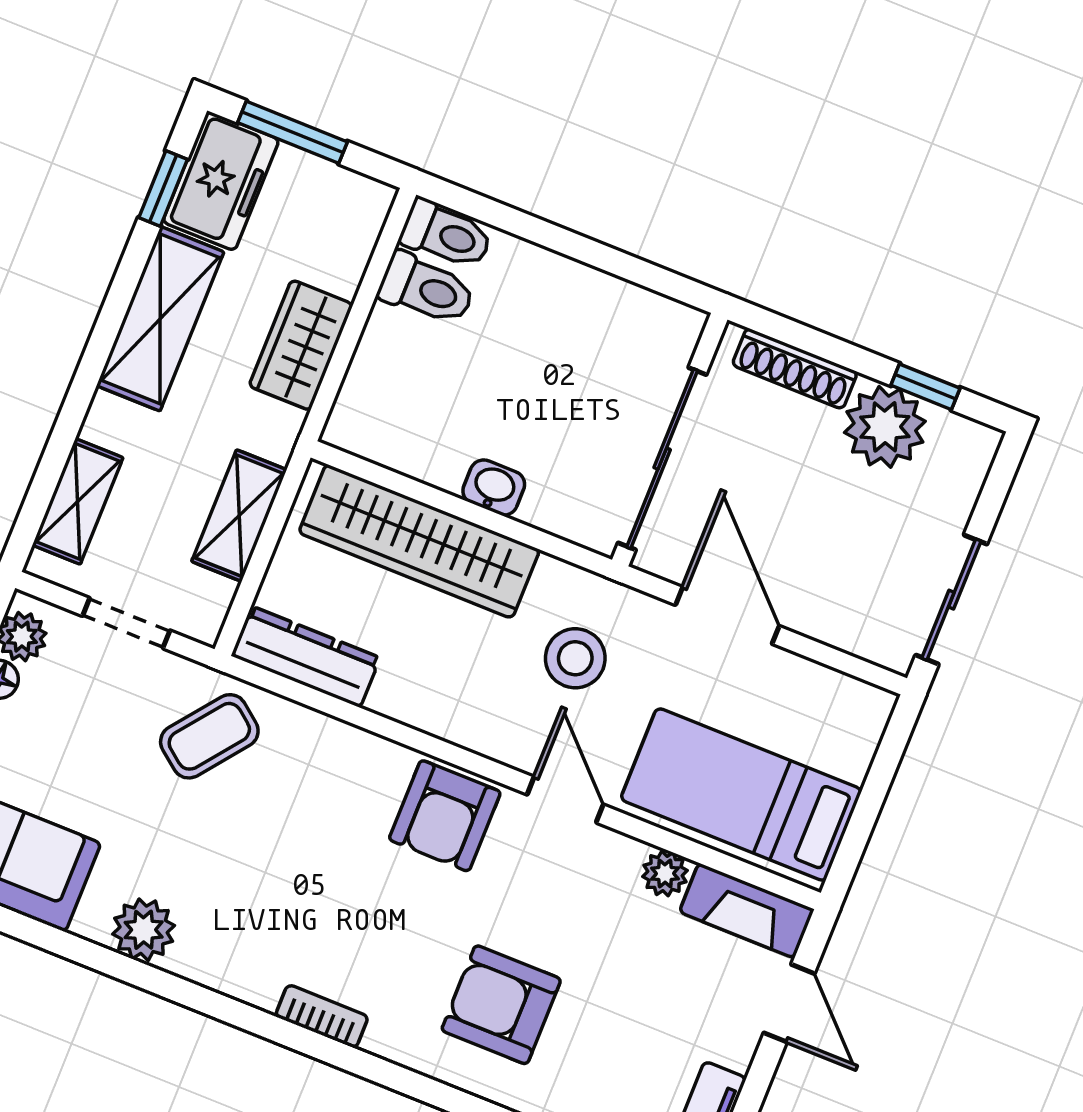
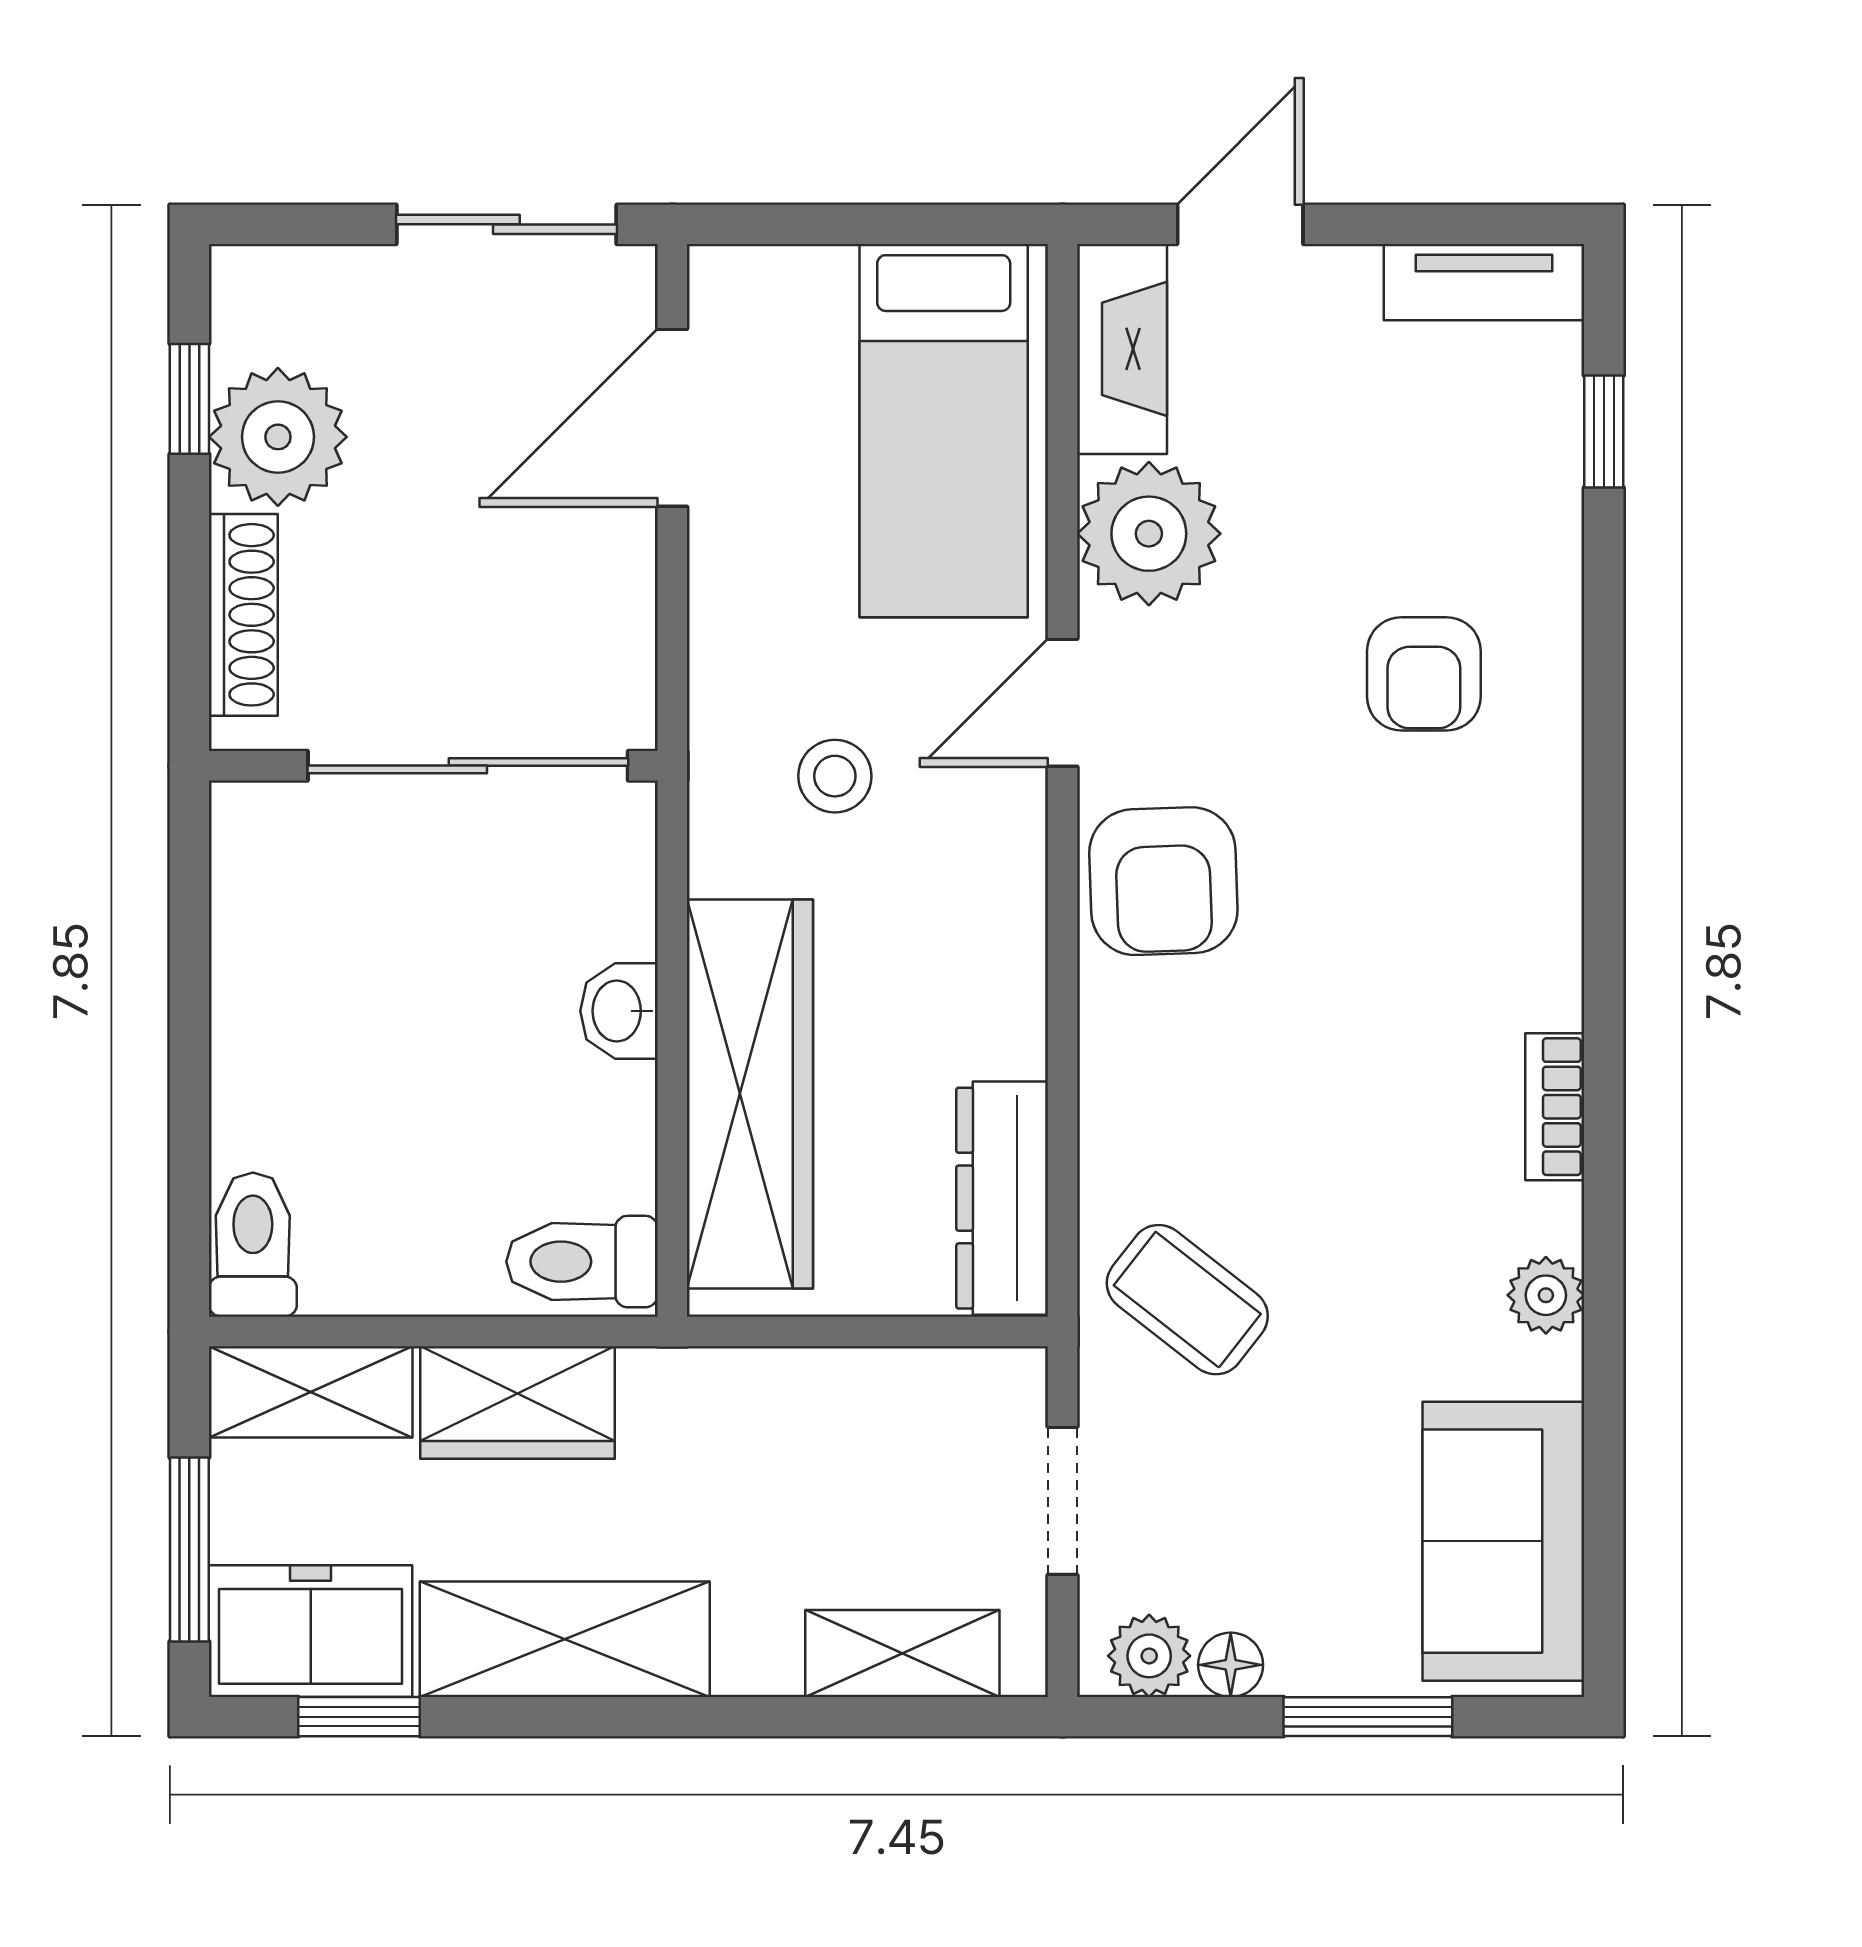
toilet: (427, 289) -> (582, 1262), moved, turned -90
shelving: (239, 516) -> (311, 1392), moved
door: (727, 615) -> (672, 418), moved
stool: (575, 658) -> (835, 776), width x0.73, depth x0.73
armchair: (445, 816) -> (1163, 881), turned 88
plant: (665, 874) -> (1149, 534), width x1.88, depth x1.88
plant: (144, 930) -> (1546, 1295), width x0.73, depth x0.73
armchair: (501, 1005) -> (1424, 674), width x0.72, depth x0.72
bookcase: (322, 1016) -> (1555, 1107), moved

